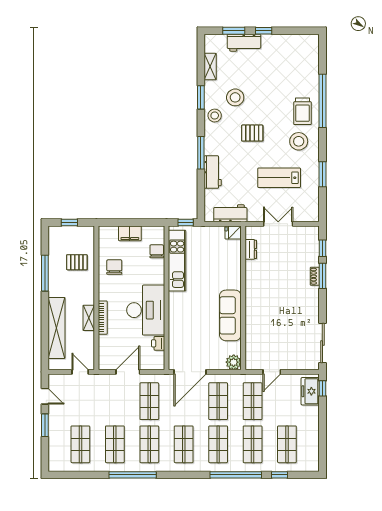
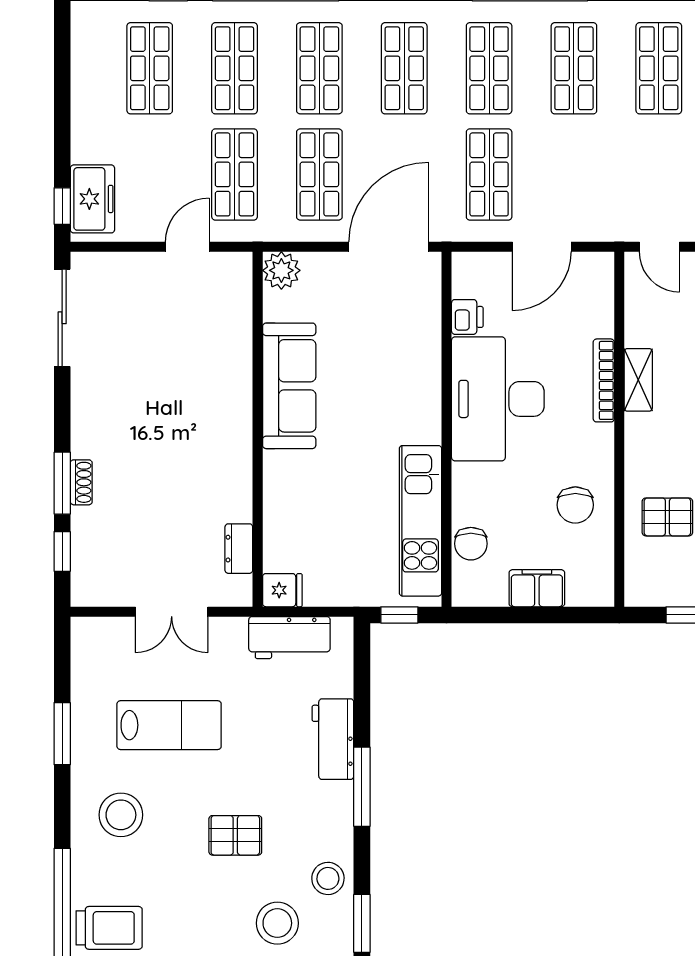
trolley: (302, 111) -> (109, 928), moved, turned 90

